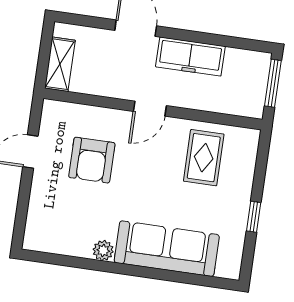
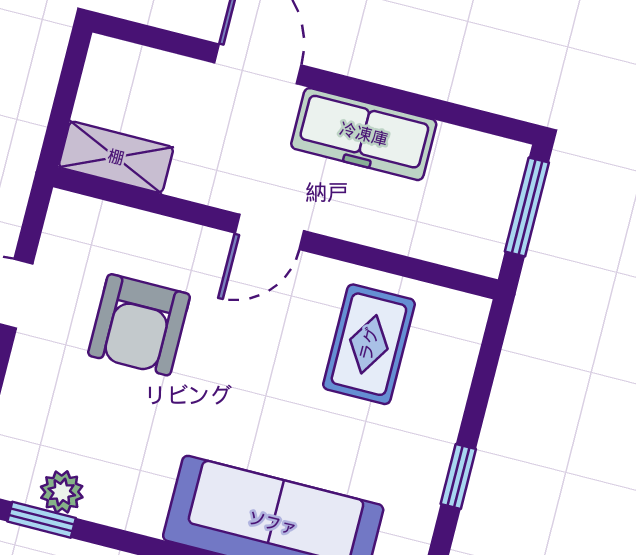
shelving: (60, 64) -> (116, 157), moved, turned 90
plant: (103, 250) -> (62, 492), moved
window: (55, 259) -> (42, 520), added

